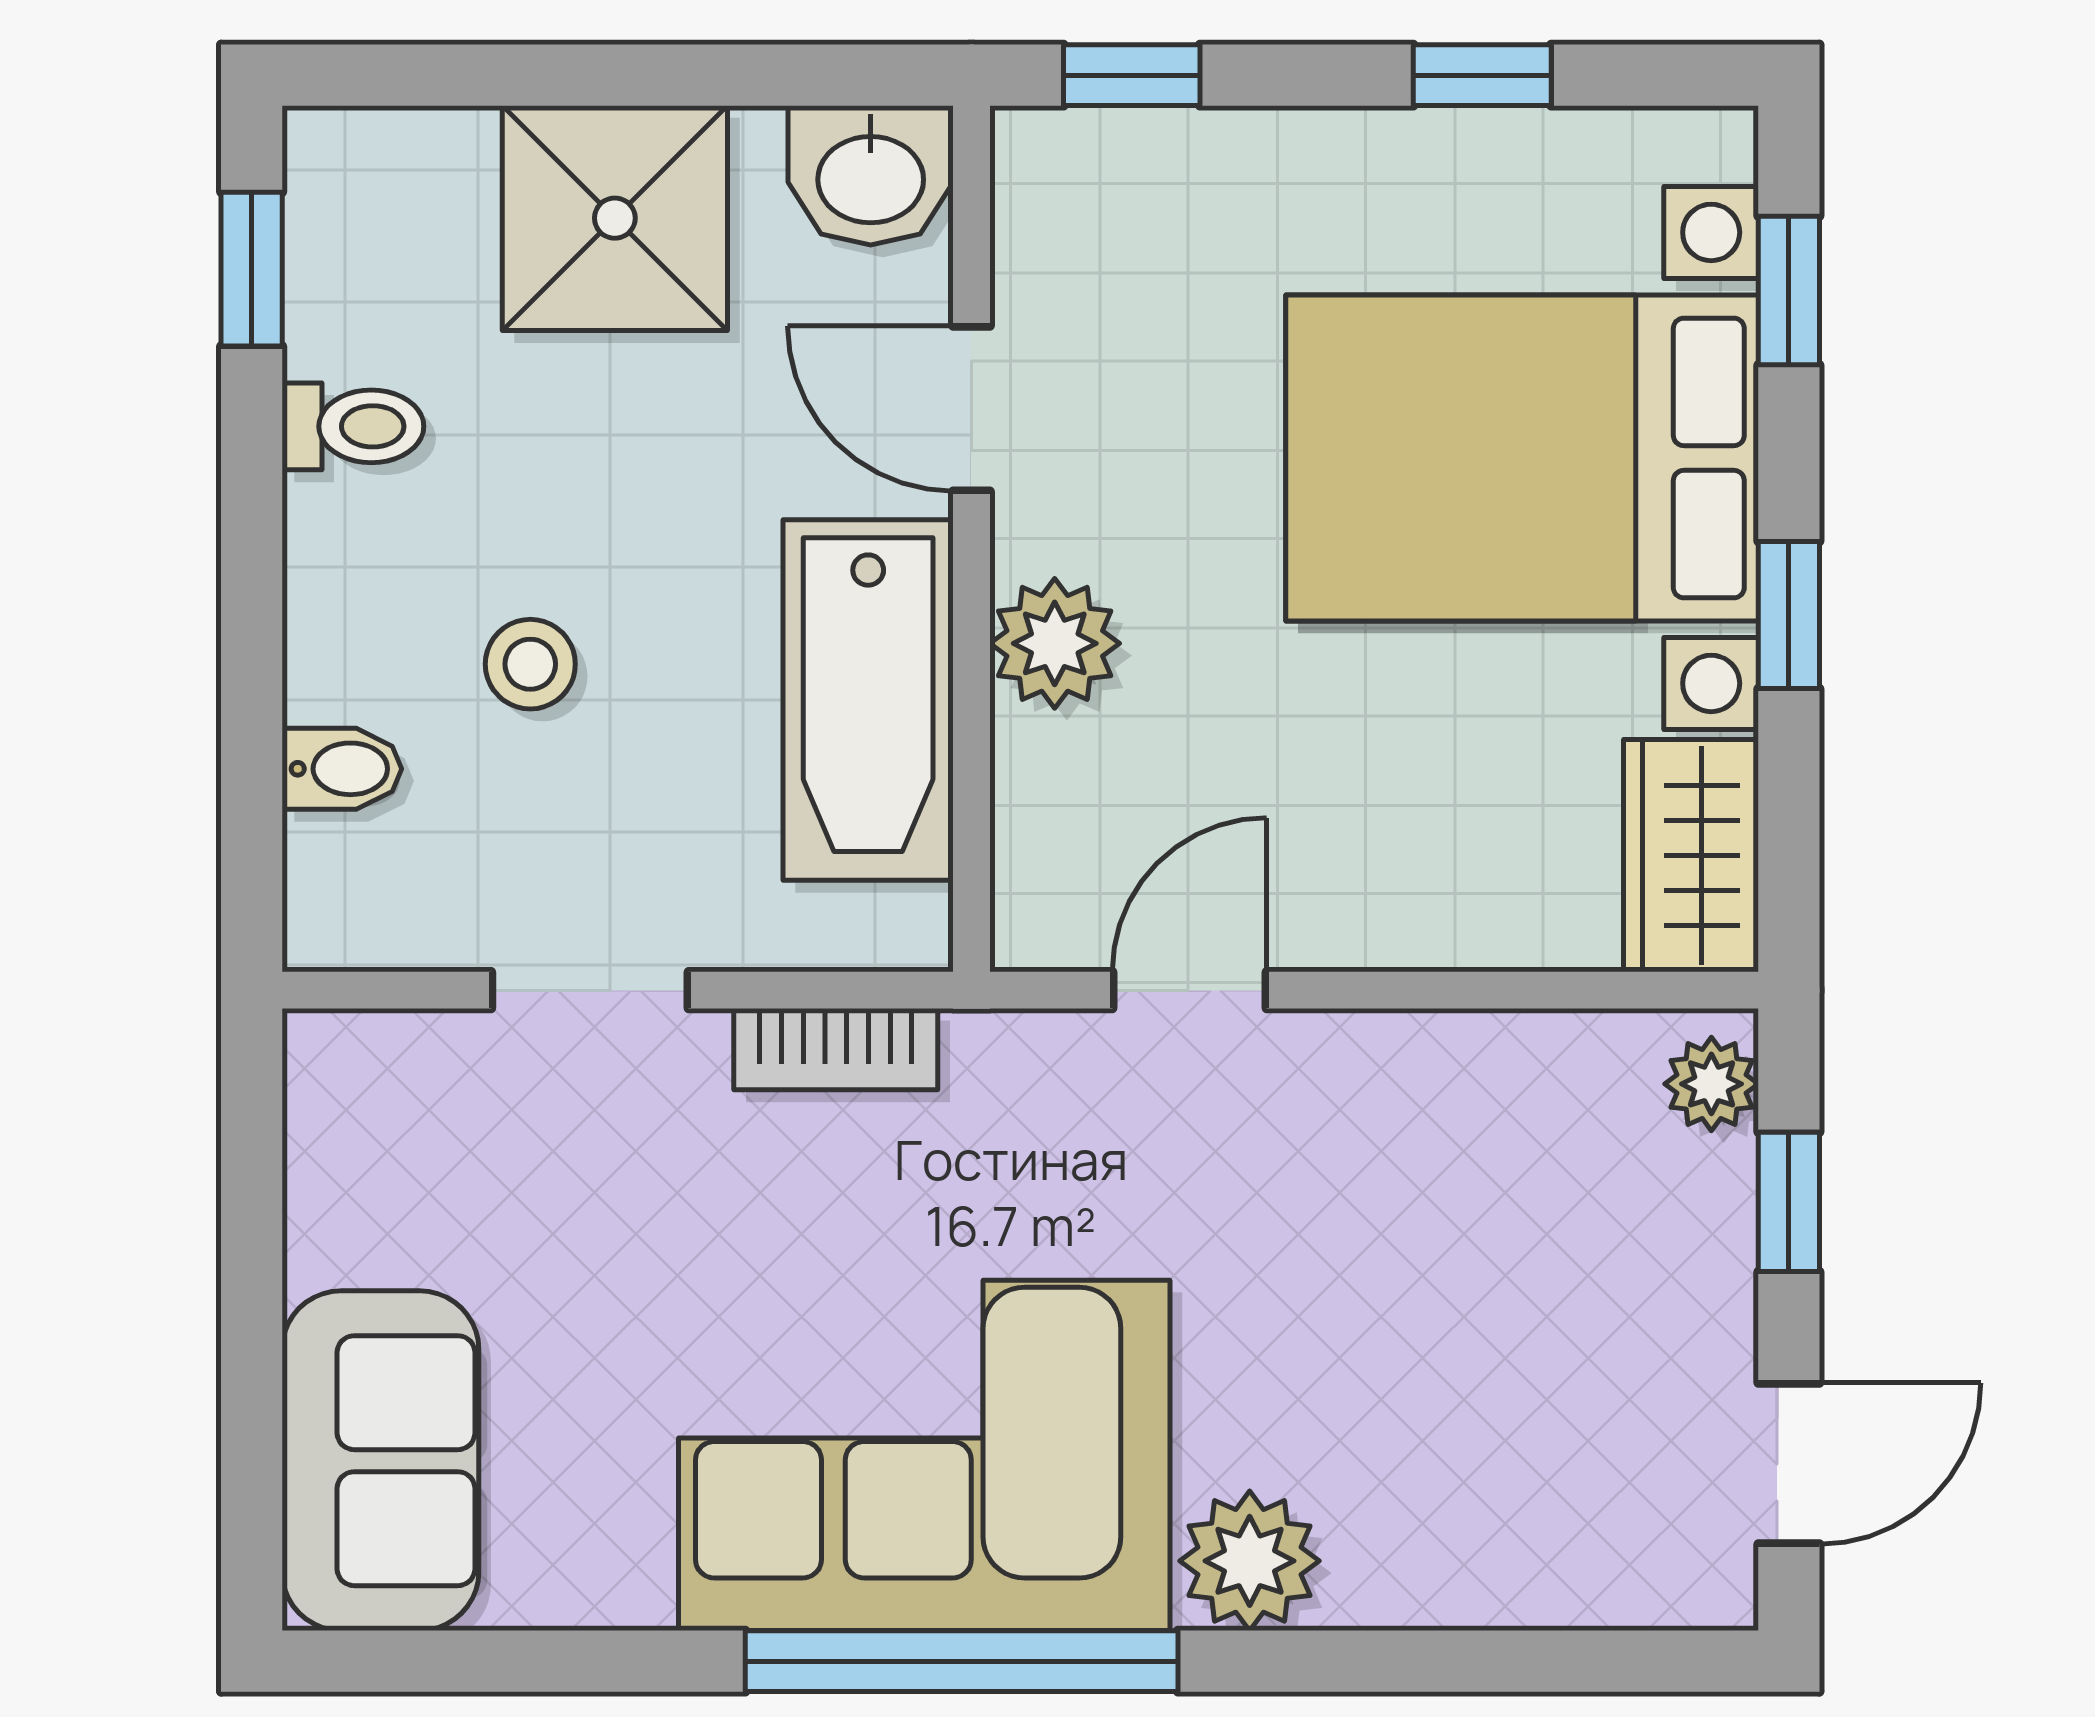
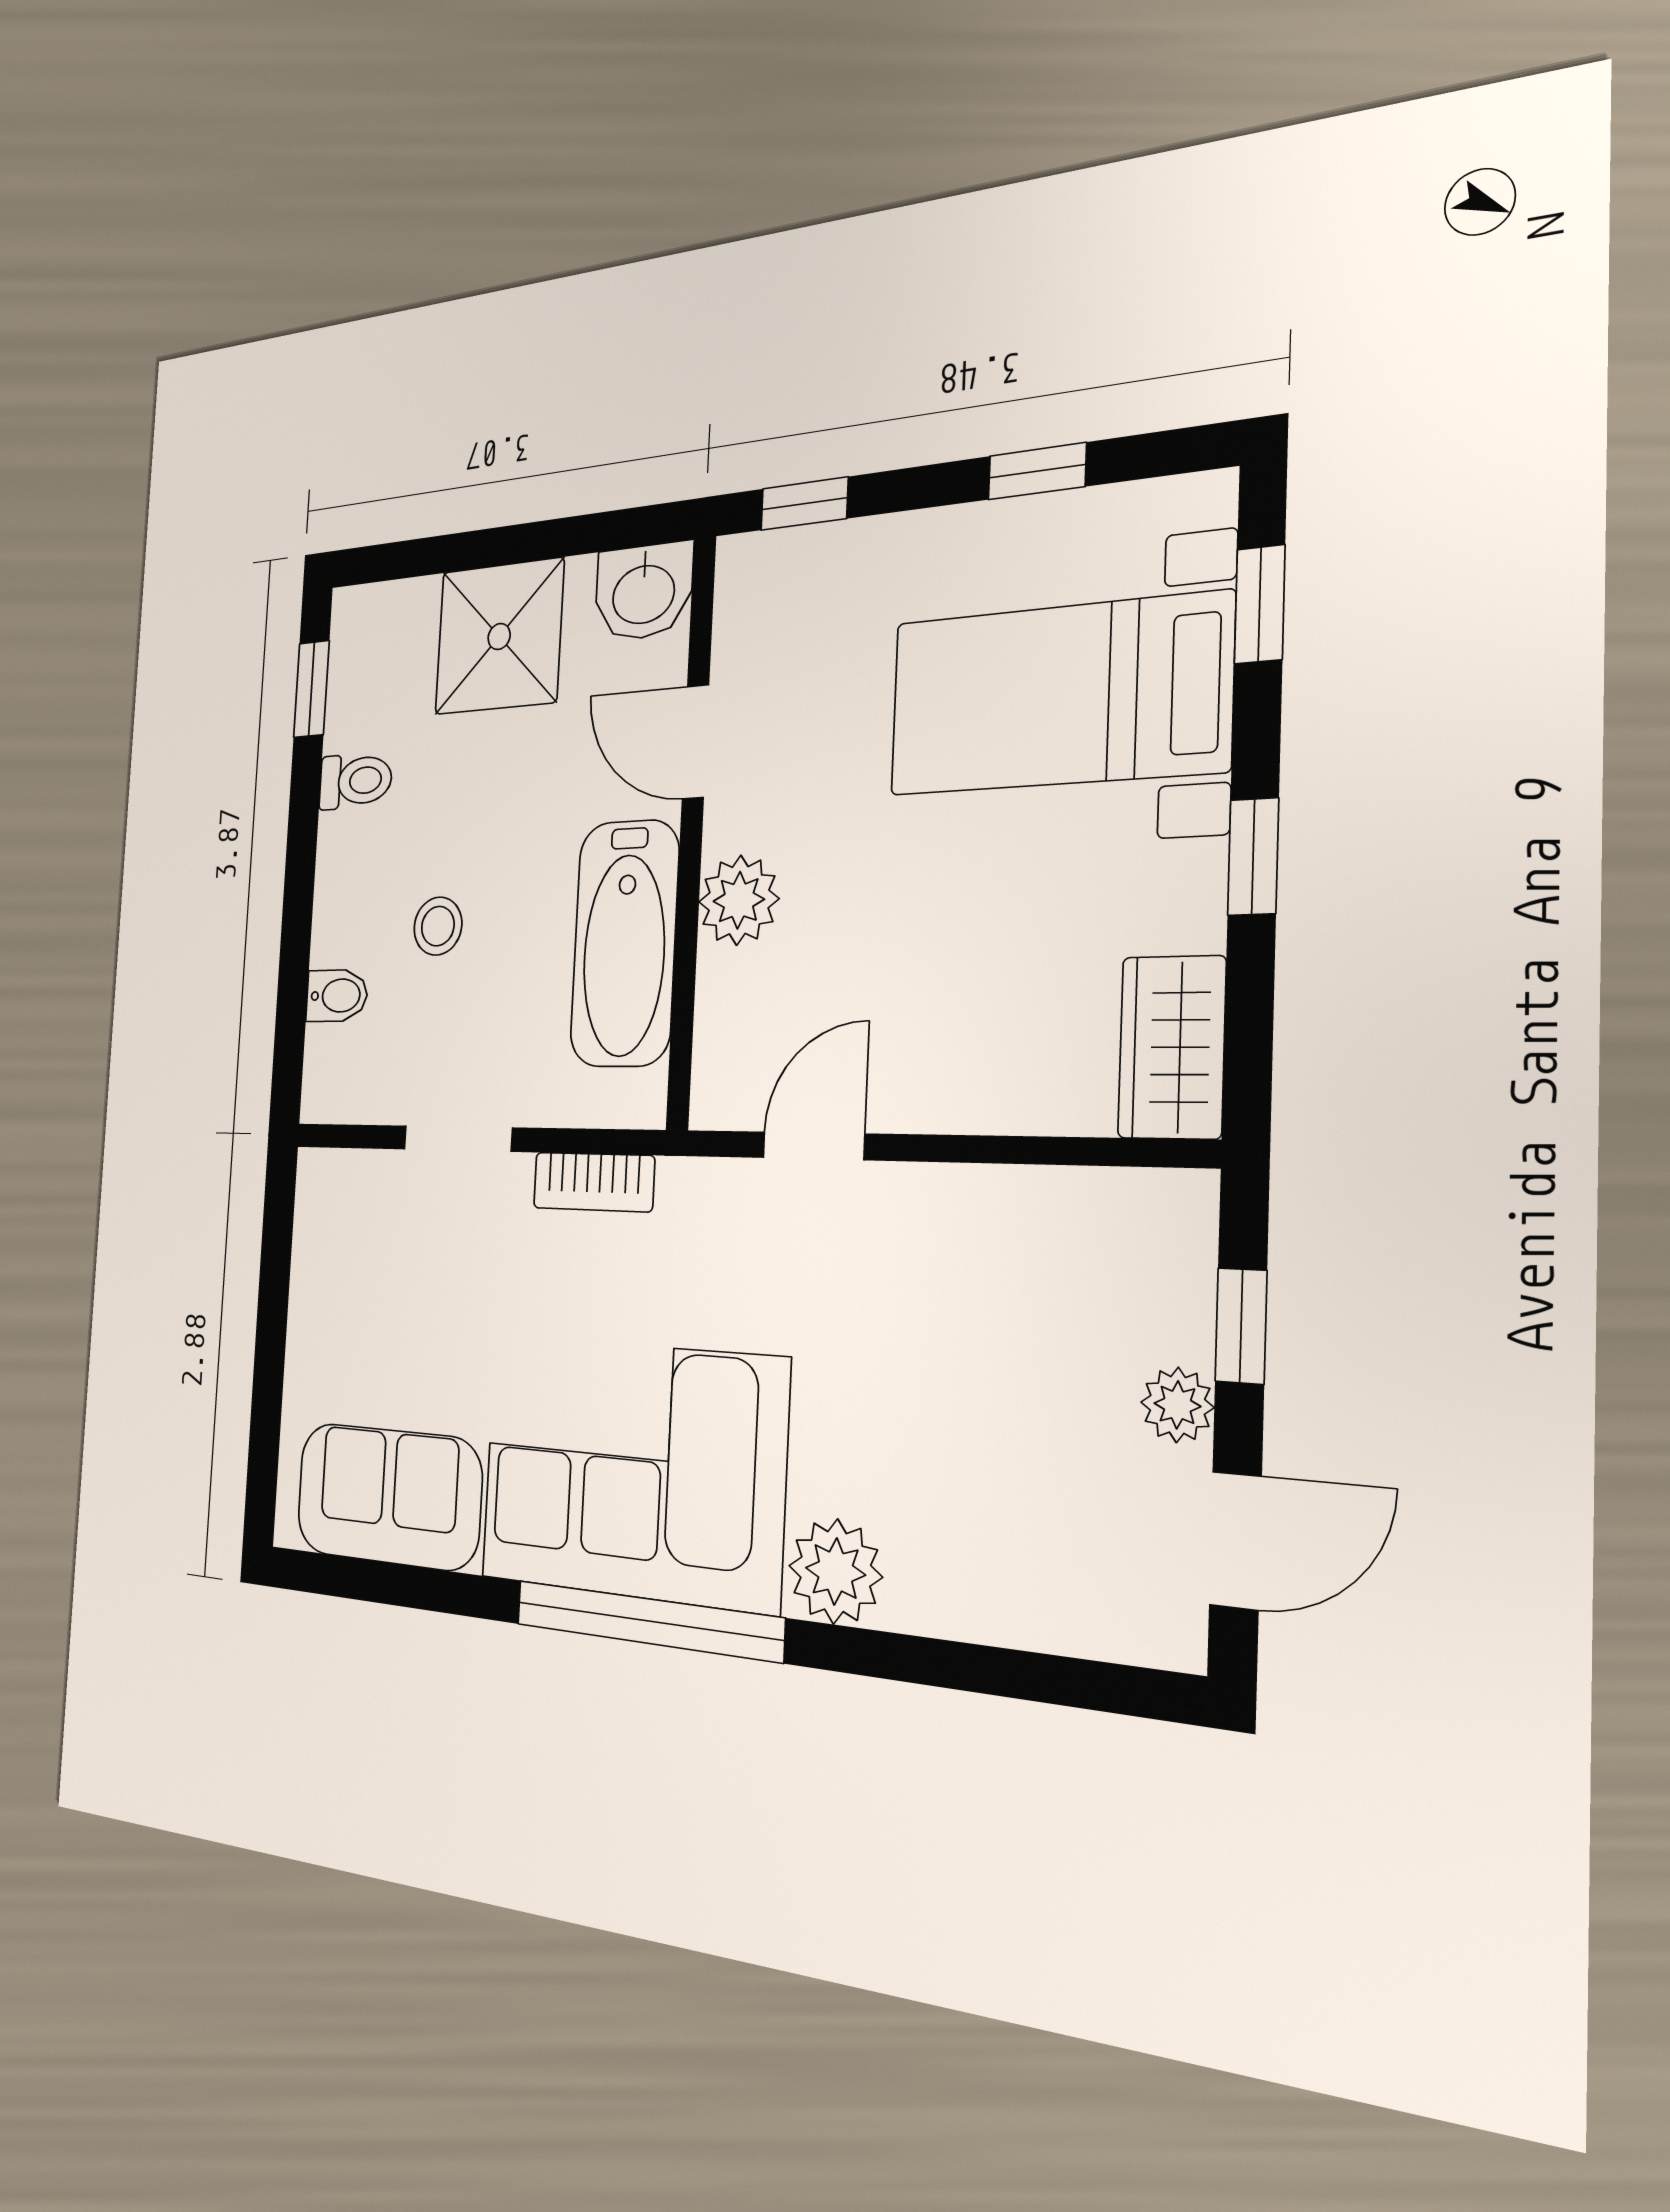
bed with nightstands: (1522, 458) -> (1058, 695), width x0.73
plant: (1711, 1084) -> (1177, 1405), moved
sofa: (380, 1461) -> (388, 1496), moved, turned -90

